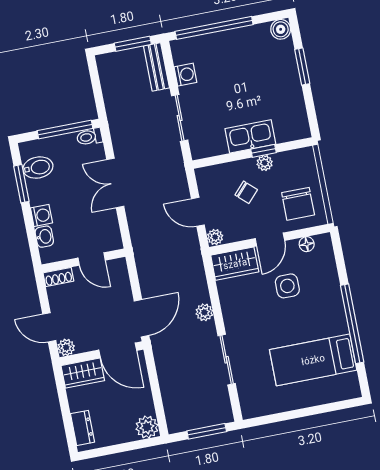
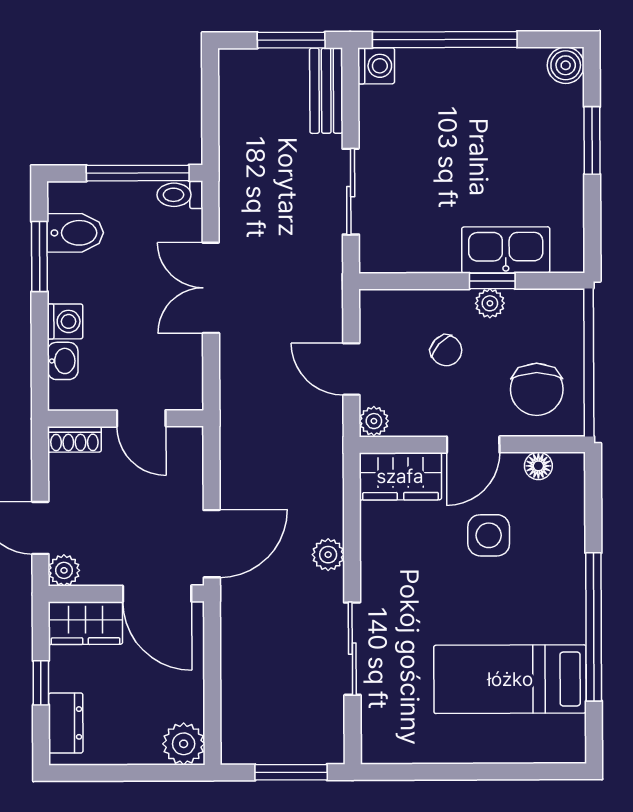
washing machine: (185, 75) -> (376, 66), moved
kitchen sink: (250, 136) -> (506, 250), moved
window: (65, 409) -> (41, 683), added

